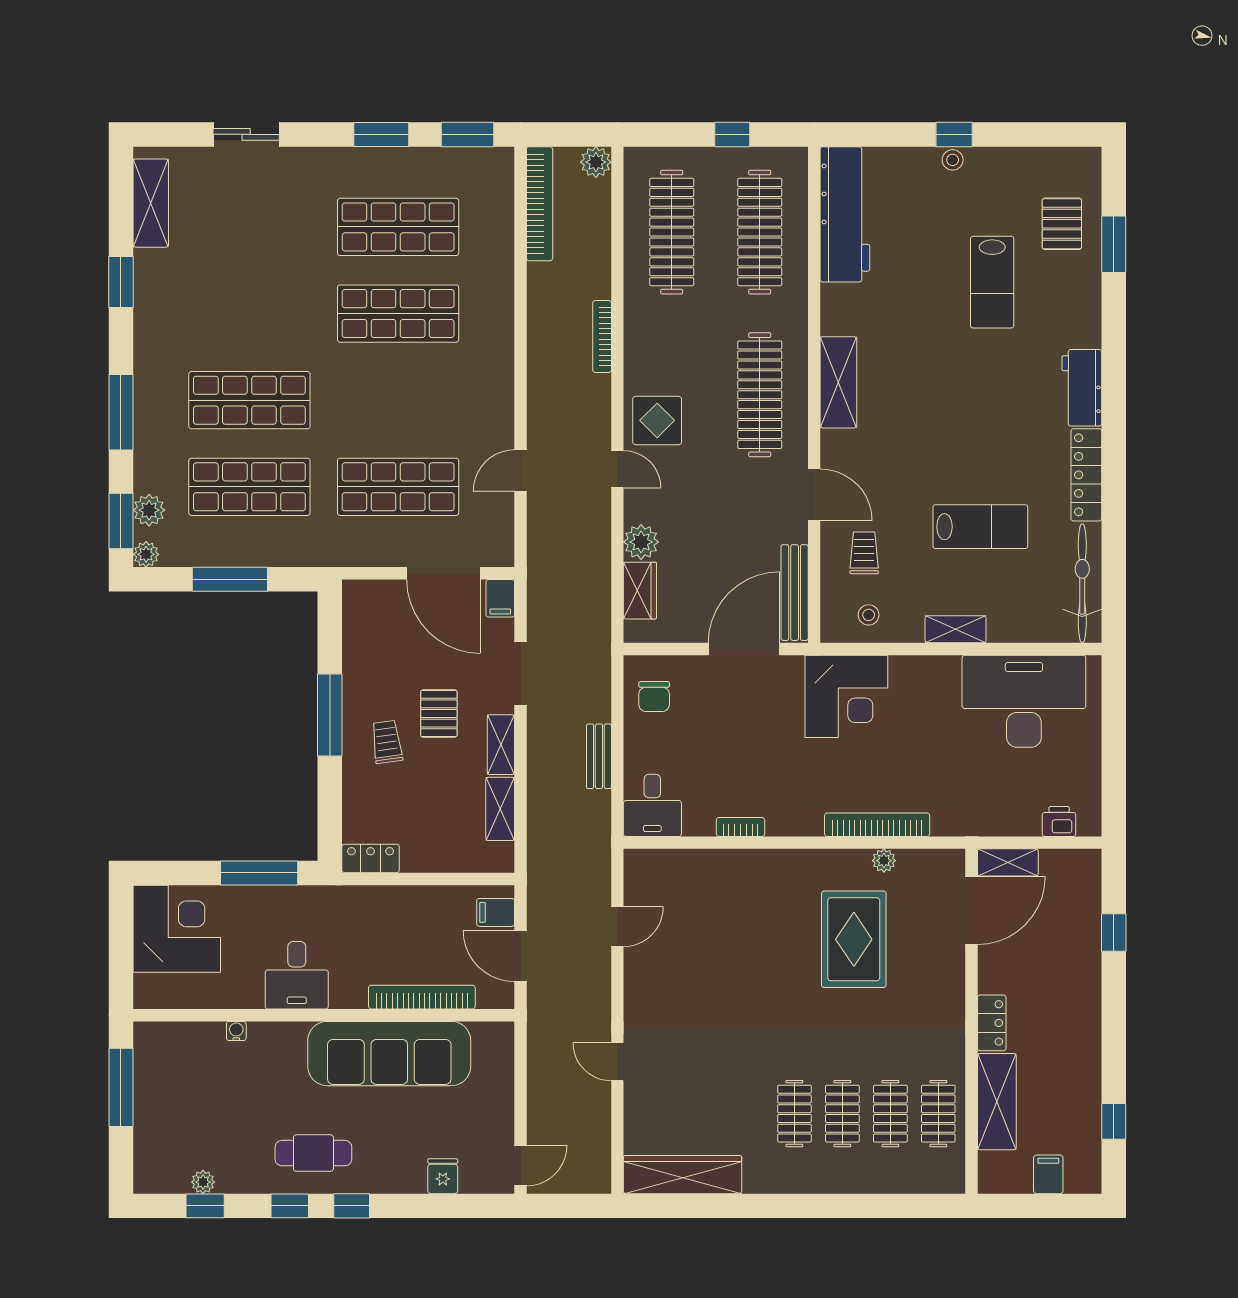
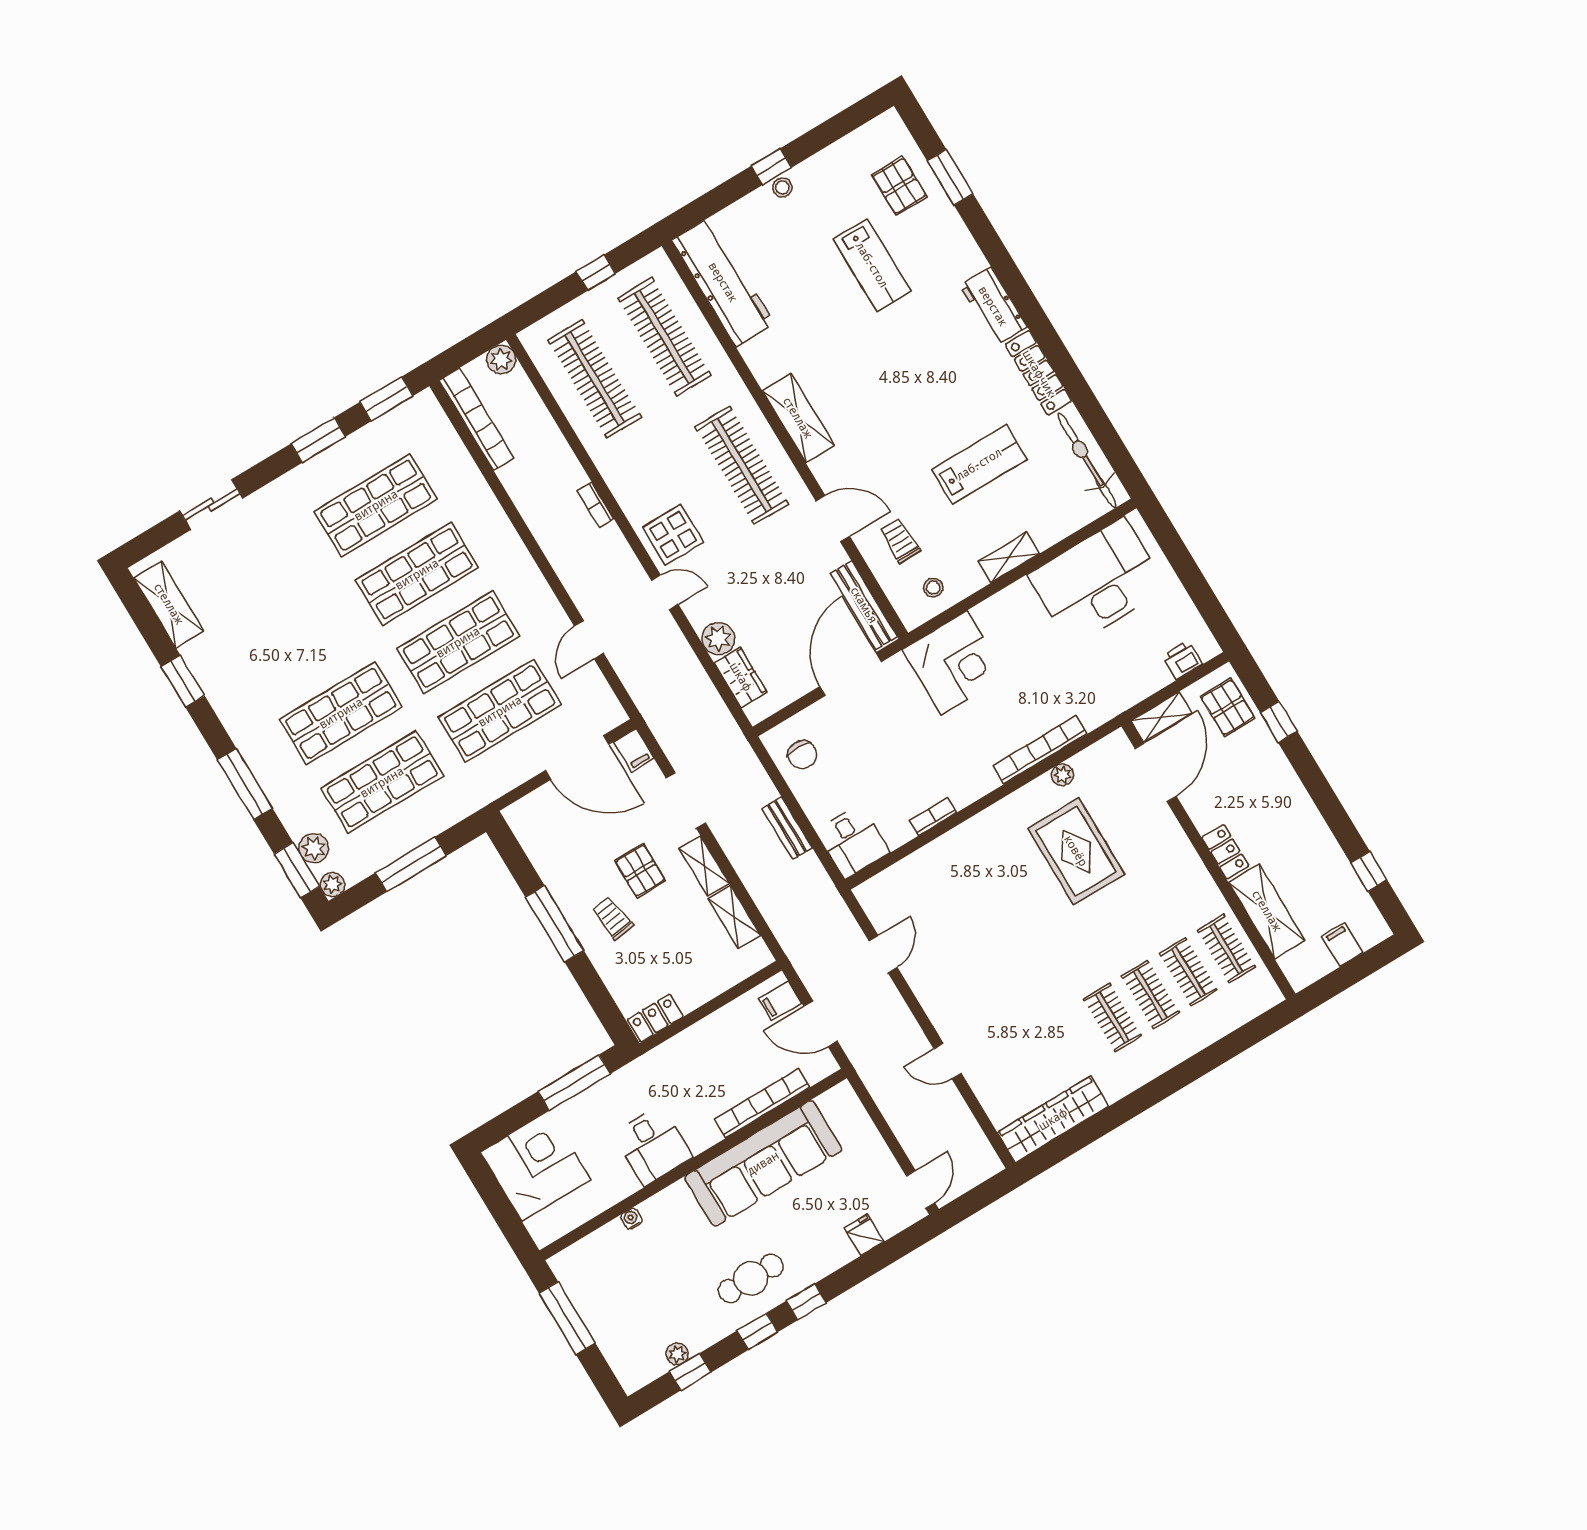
bookcase: (602, 336) -> (596, 505), width x0.64
shop shelf: (398, 400) -> (458, 642), added
pallet: (1075, 890) -> (1228, 707), added

